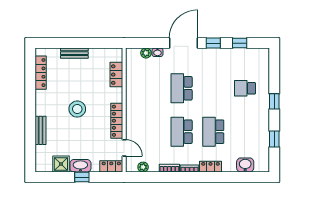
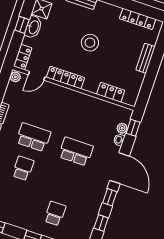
window: (142, 43) -> (133, 128), added
school desk: (213, 132) -> (23, 168), width x0.54
plant: (143, 167) -> (15, 77), moved

